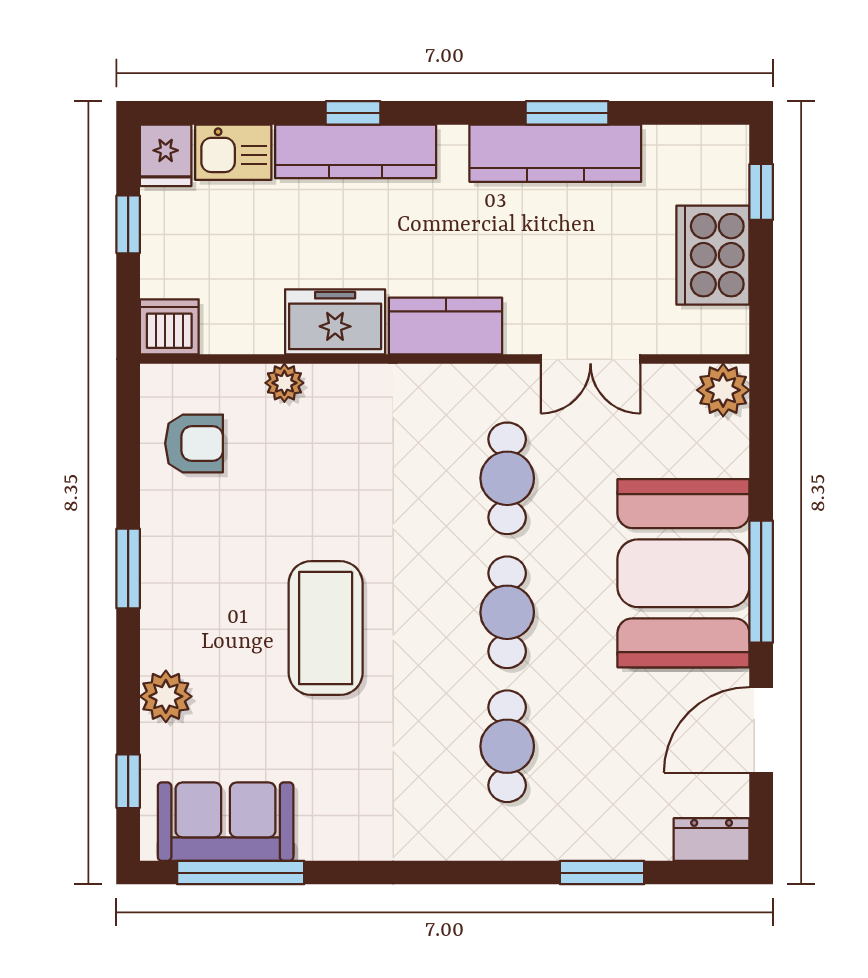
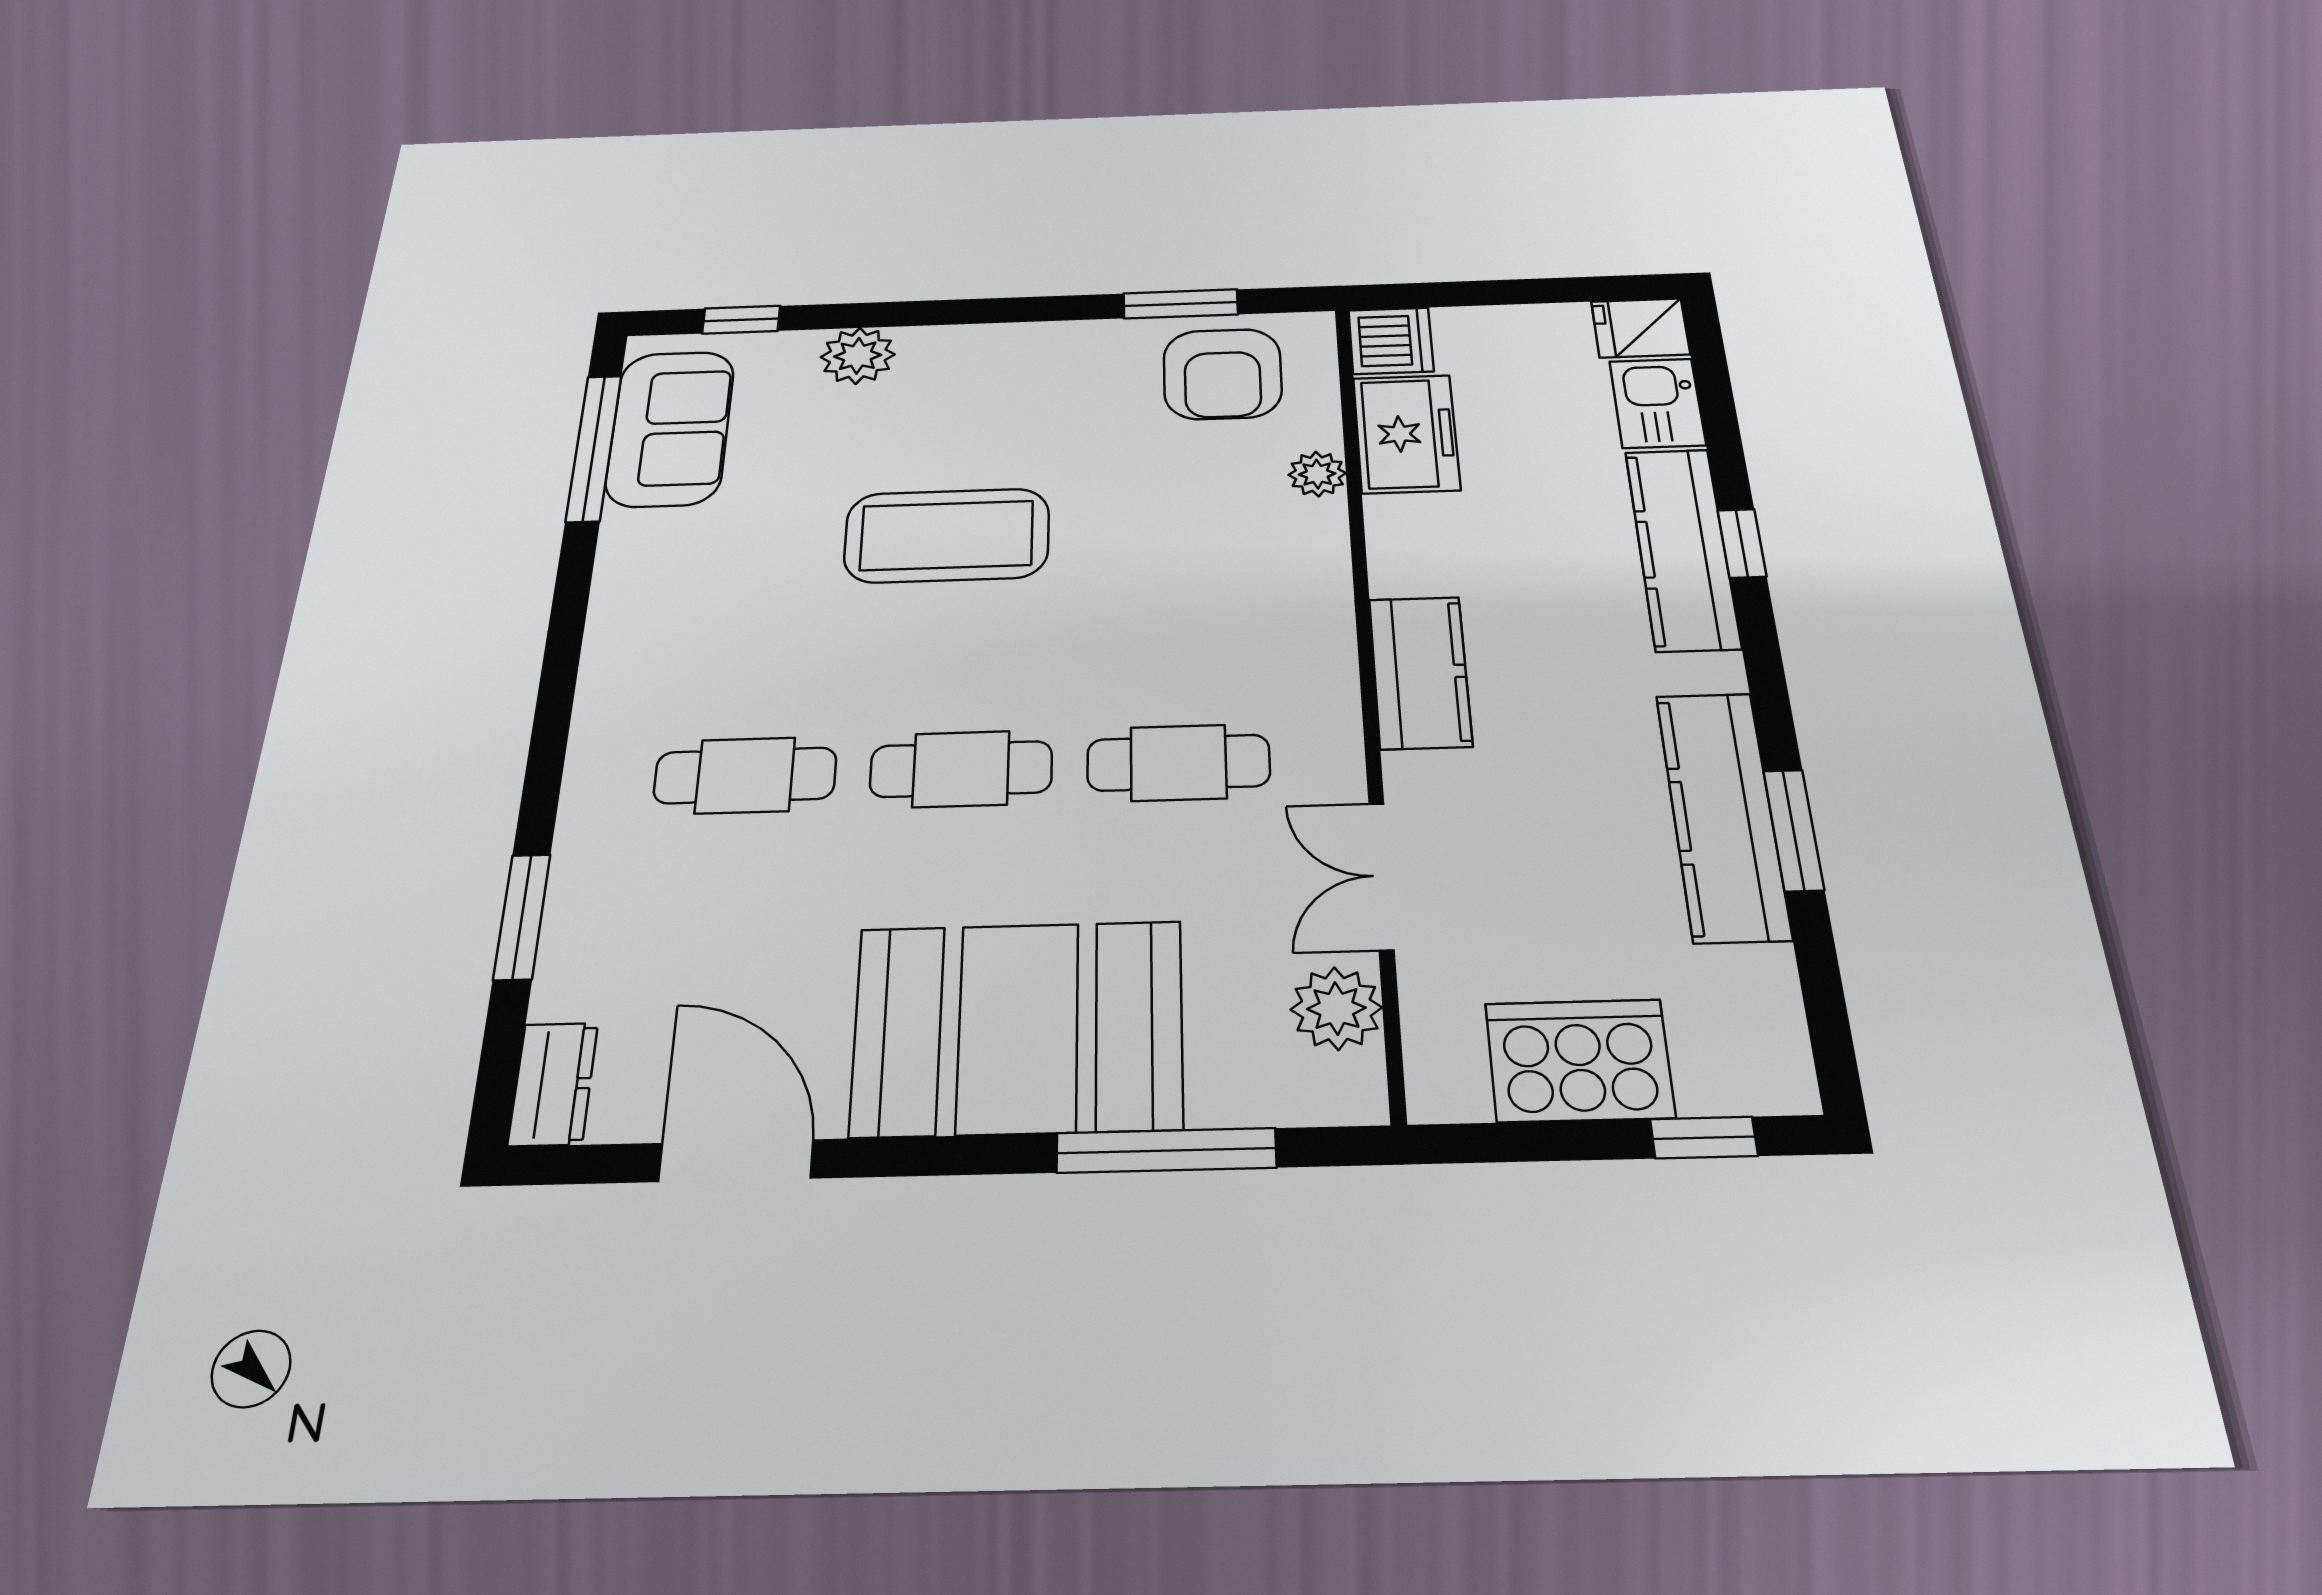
window: (128, 224) -> (1534, 291), removed
freezer: (335, 322) -> (1406, 434), moved
plant: (723, 390) -> (1336, 1008), moved
armchair: (194, 443) -> (1222, 374), width x1.38, depth x1.38
window: (128, 569) -> (1181, 304), moved
window: (761, 582) -> (1166, 1150), moved

